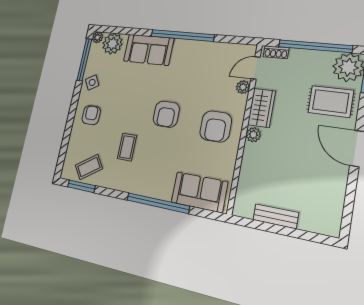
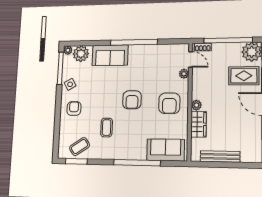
door: (256, 68) -> (190, 59), swing flipped
wardrobe: (262, 108) -> (198, 124), moved
bench: (276, 216) -> (220, 157), width x1.36

